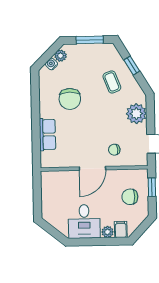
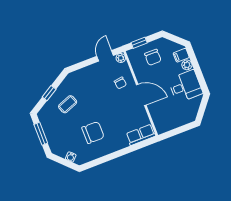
plant: (61, 56) -> (62, 152), removed
plant: (136, 114) -> (121, 58), moved, width x0.53, depth x0.53
row of seats: (47, 135) -> (141, 135), moved

